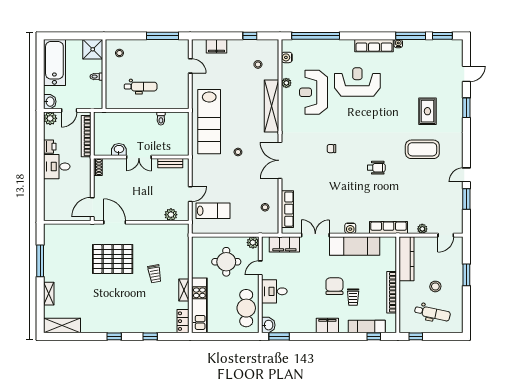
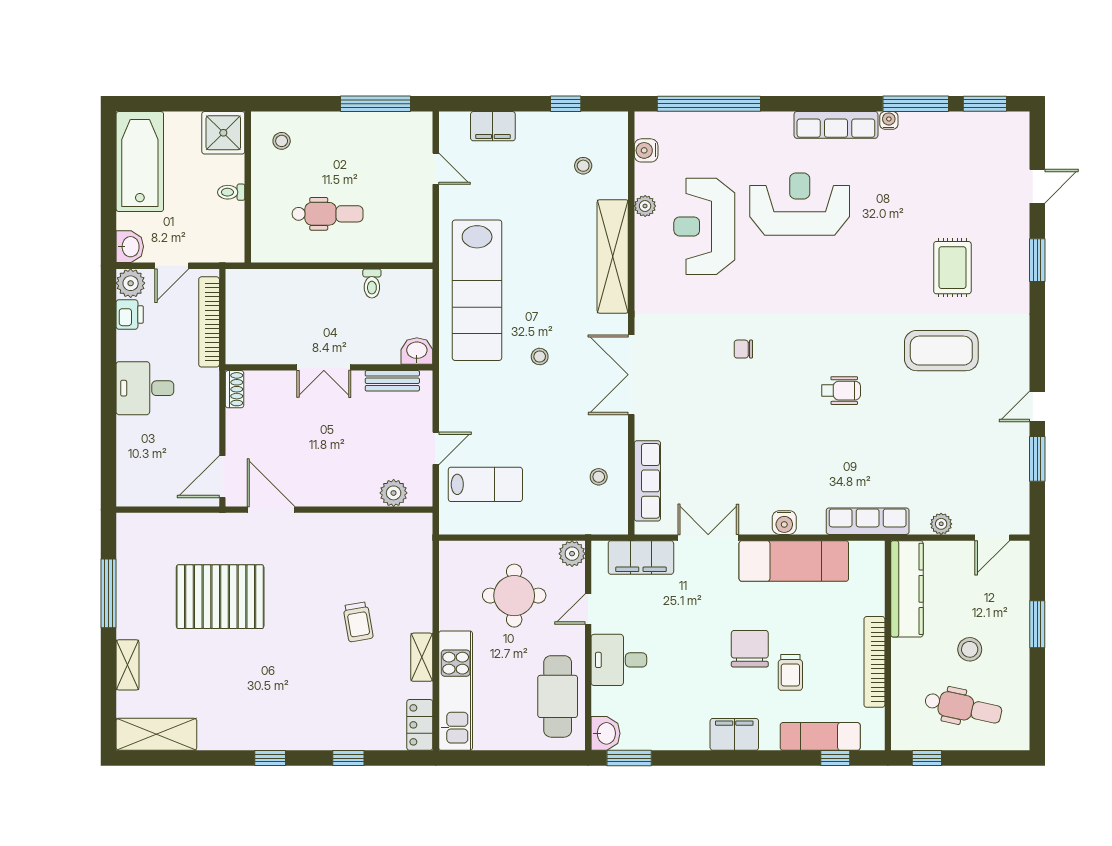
printer: (50, 147) -> (130, 314), moved
washbasin: (119, 149) -> (417, 351), moved
pallet: (113, 259) -> (220, 597), moved

